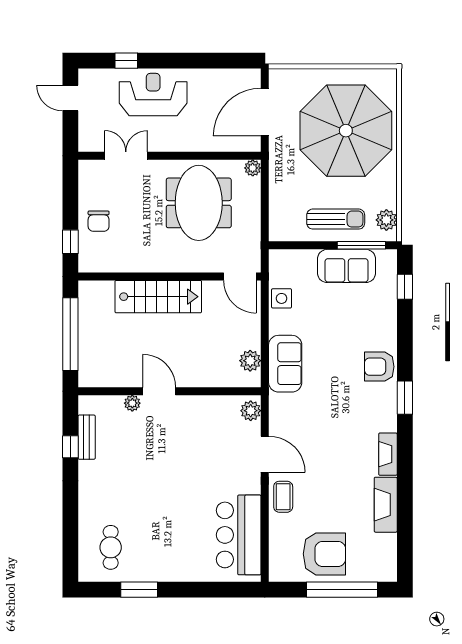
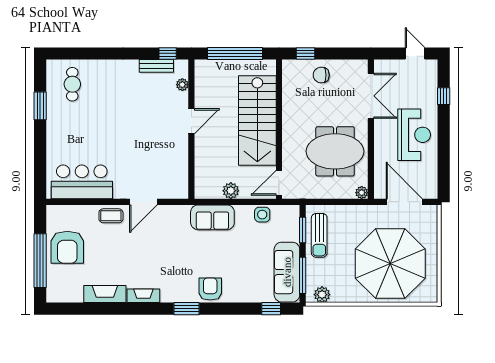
reception desk: (153, 95) -> (414, 135), moved
door: (70, 98) -> (415, 53), hinge flipped
double door: (126, 156) -> (371, 96), width x1.37
sun lounger: (336, 219) -> (319, 235), moved
window: (302, 245) -> (303, 230), added
sofa: (347, 266) -> (287, 272), width x1.36
stairs: (158, 297) -> (257, 121), width x1.36, depth x1.51
plant: (250, 361) -> (231, 191), moved
plant: (132, 403) -> (182, 85), moved
plant: (251, 411) -> (177, 191), removed
window: (70, 447) -> (168, 53), moved
cafe table: (111, 547) -> (72, 84), turned 90

